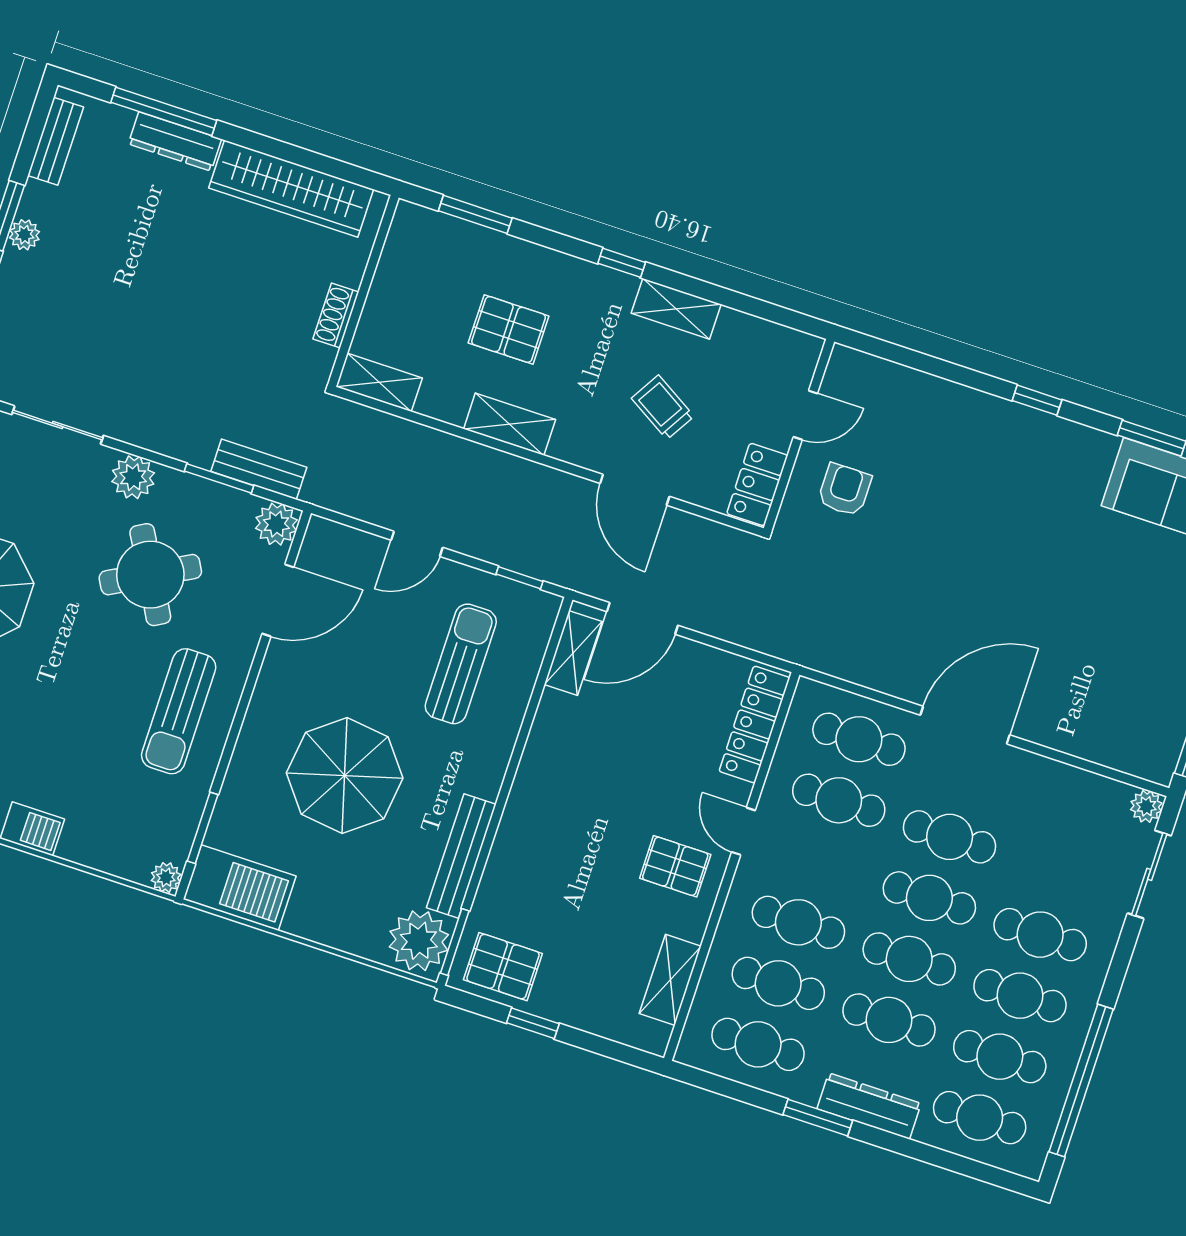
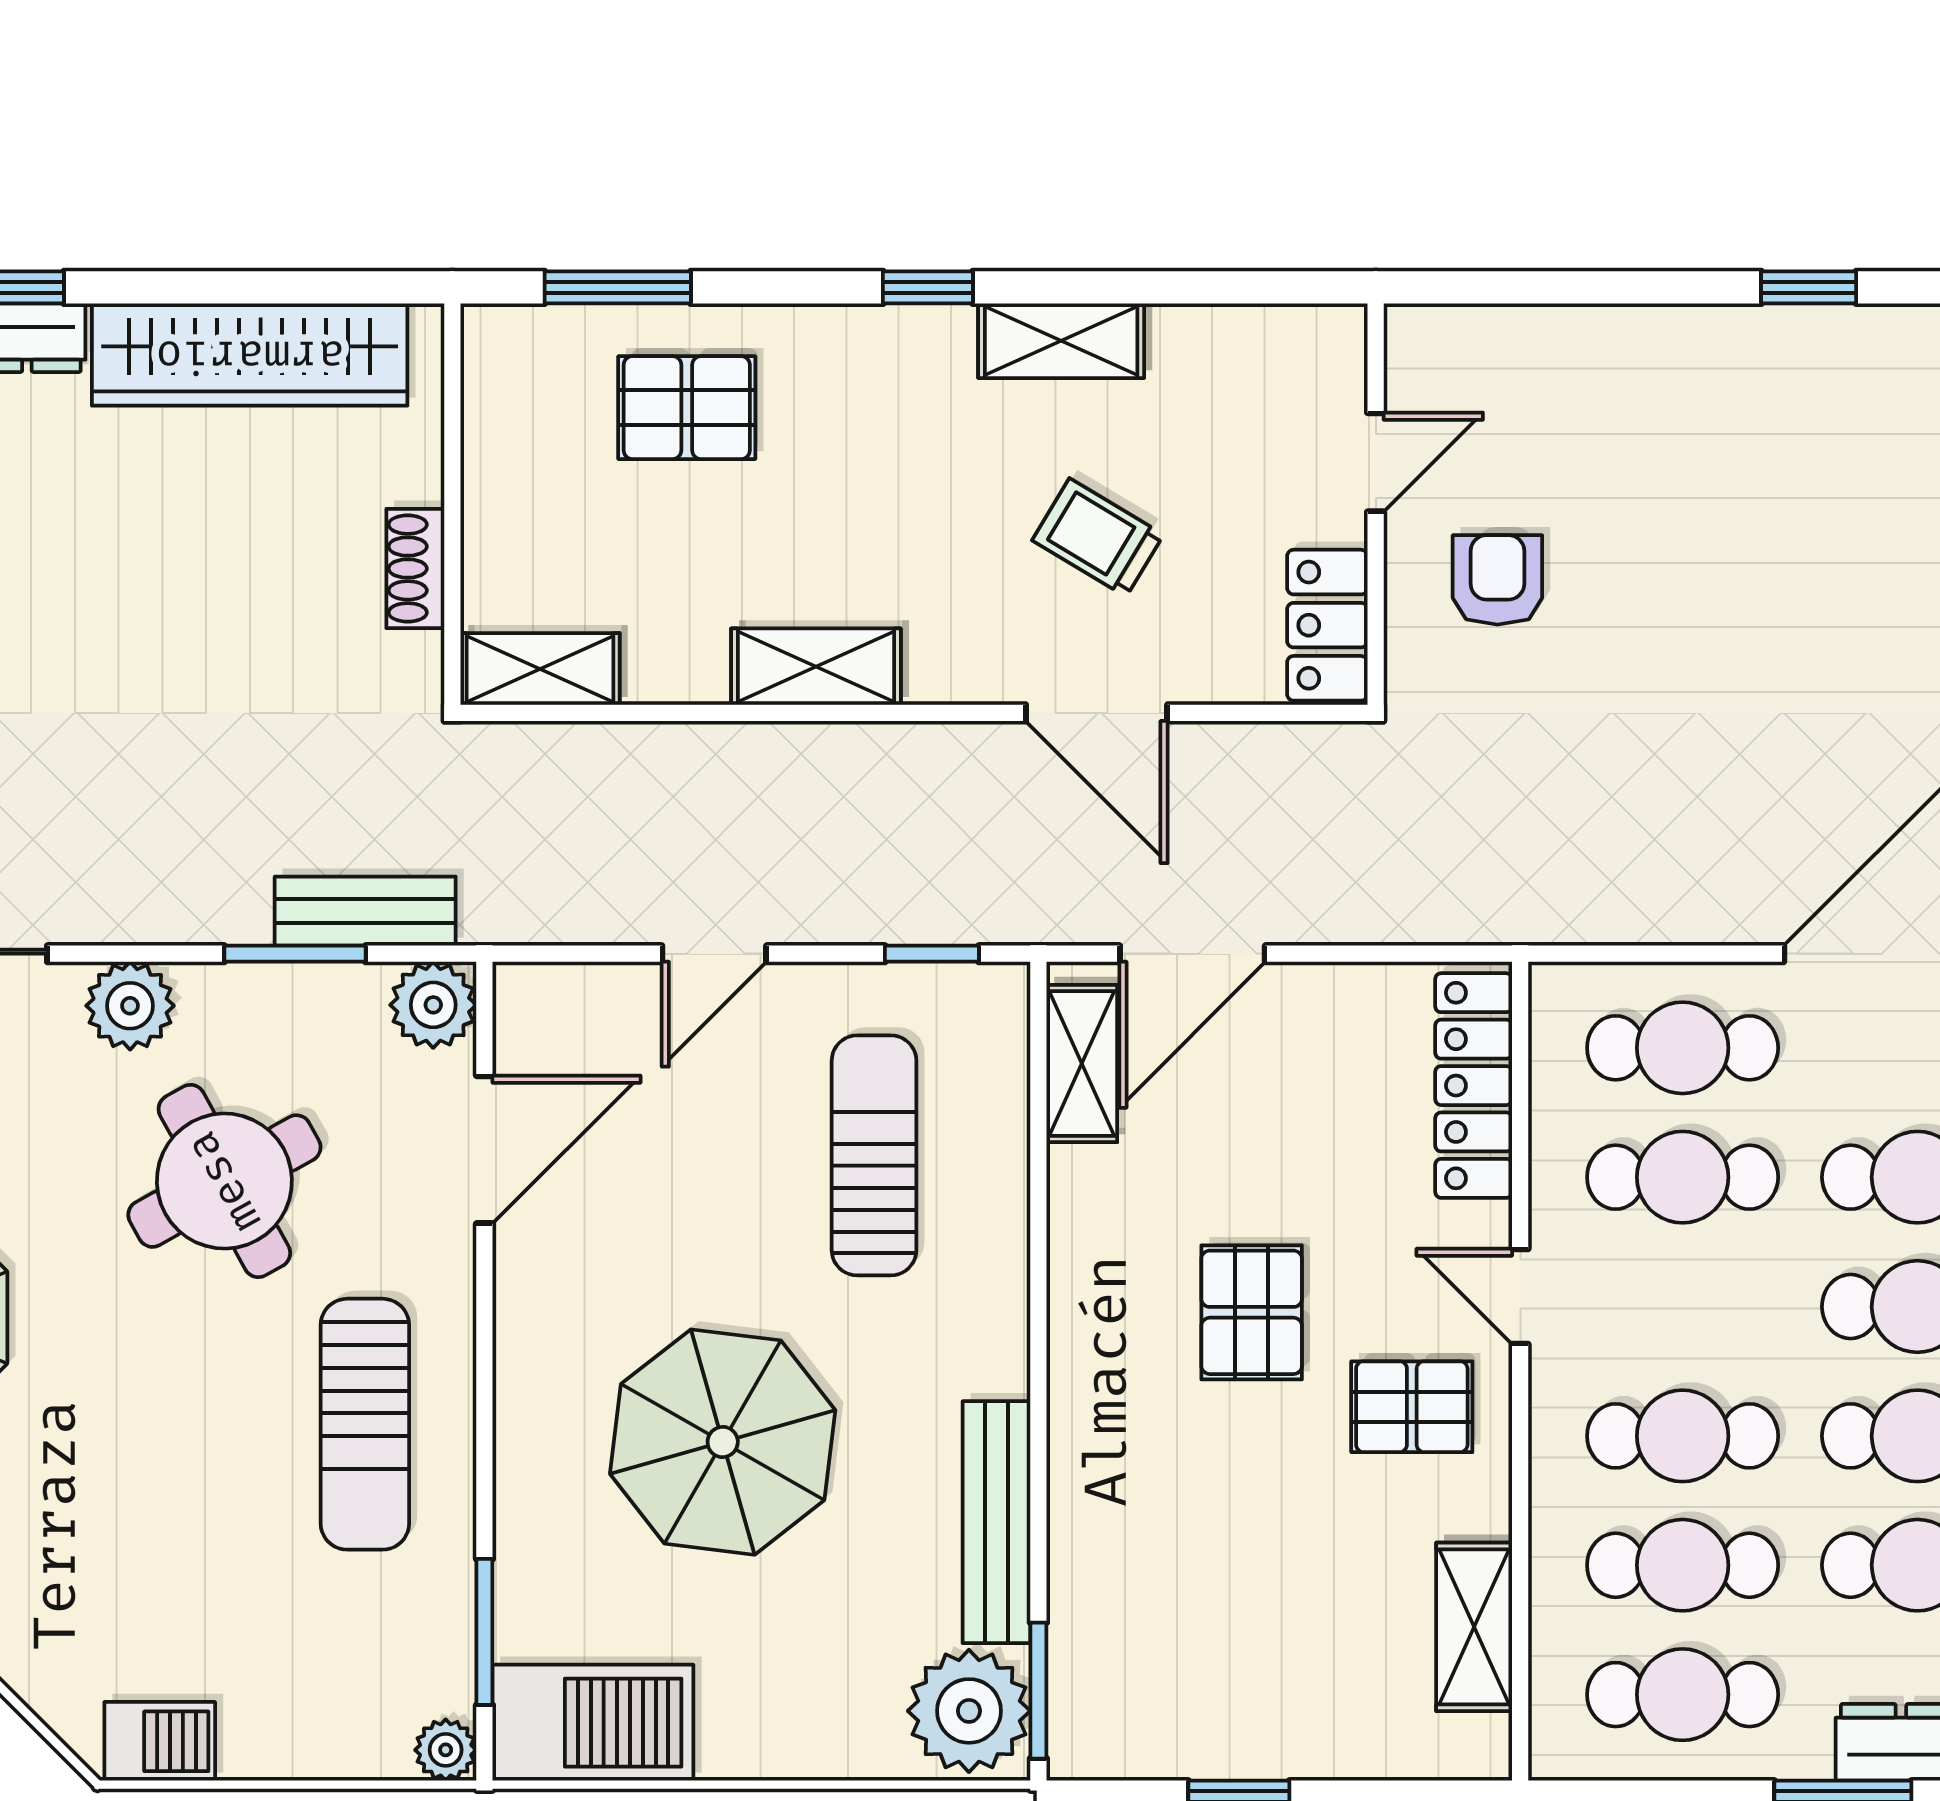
pallet: (509, 329) -> (687, 408), moved
pallet: (503, 967) -> (1252, 1312), moved, turned 90

